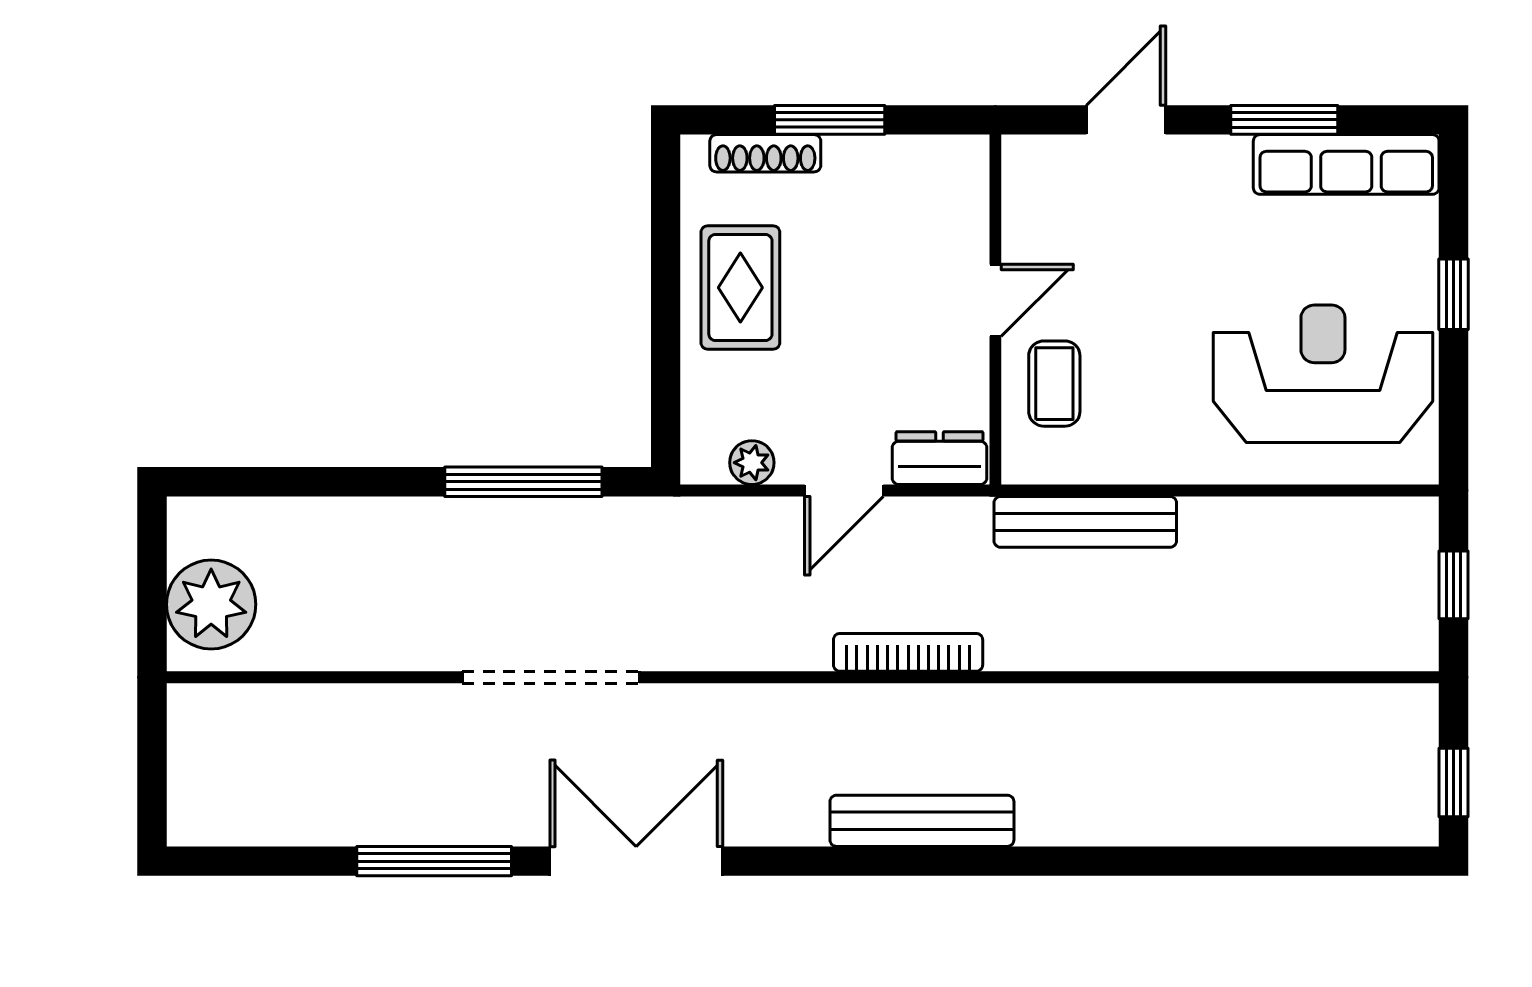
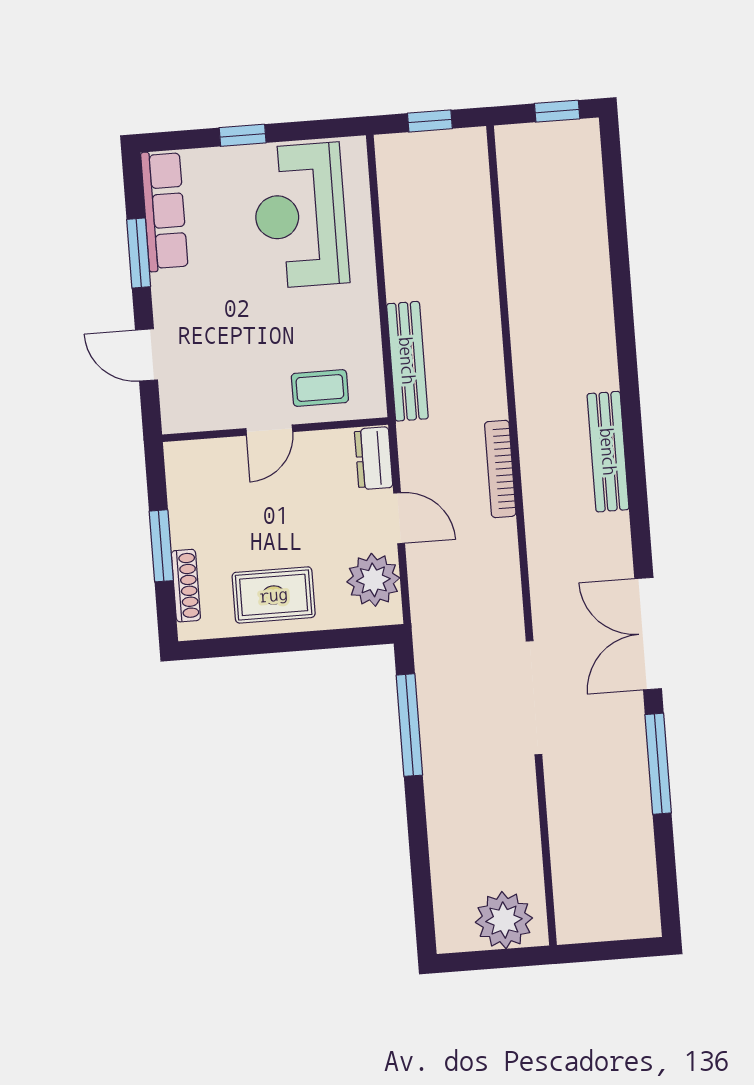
door: (995, 300) -> (269, 430), swing flipped
plant: (752, 463) -> (373, 580), width x1.88, depth x1.88

